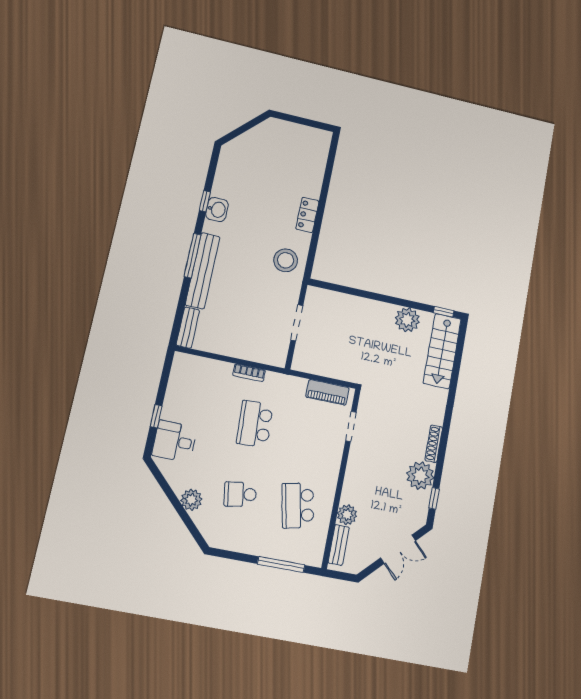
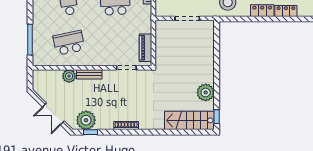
locker: (314, 183) -> (286, 11), added
plant: (420, 476) -> (86, 120), moved
bench: (339, 545) -> (89, 74), moved

